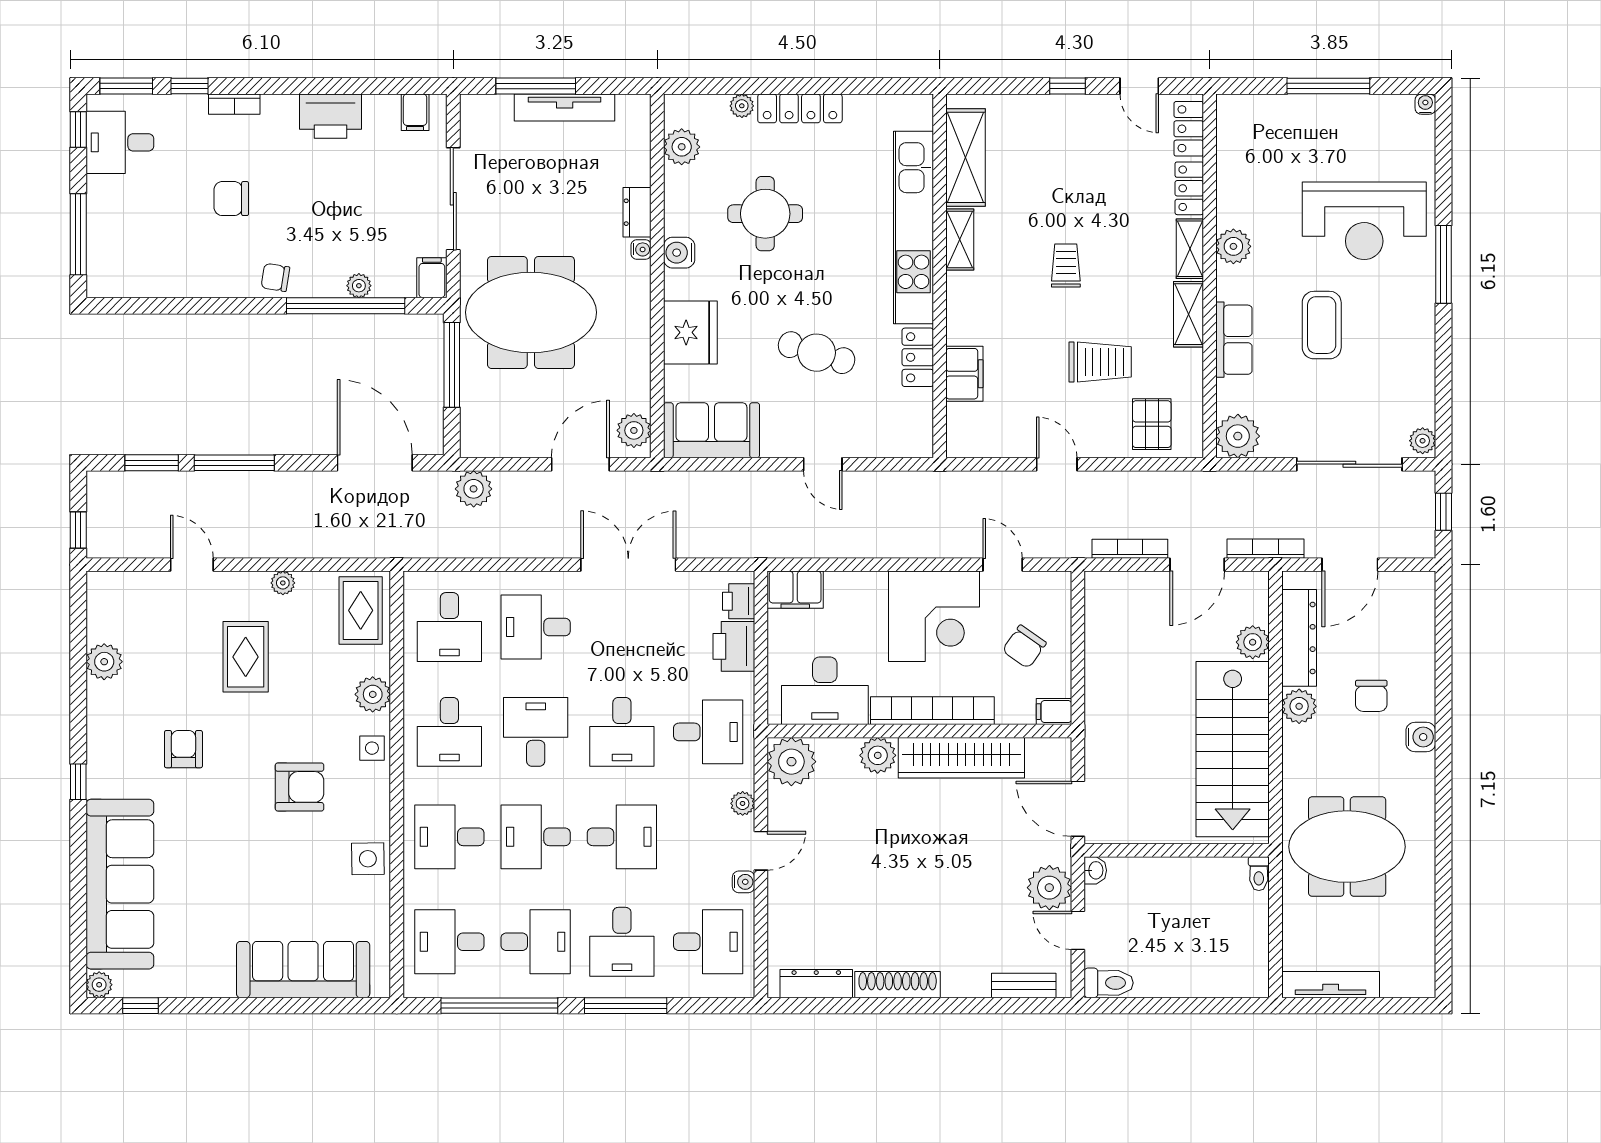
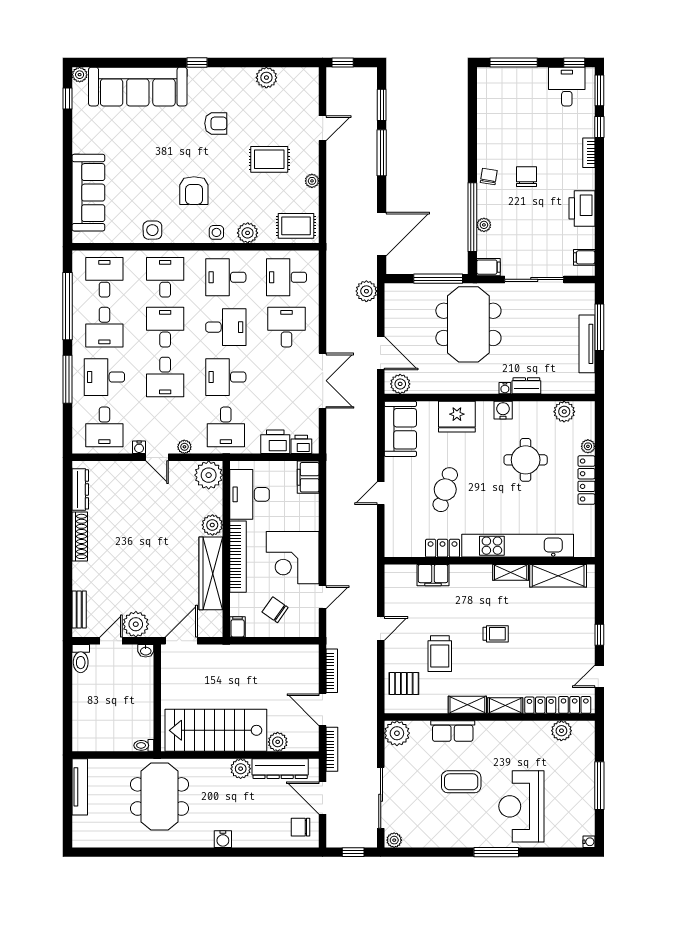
chair: (231, 199) -> (526, 177), moved
plant: (1233, 246) -> (561, 731), moved
chair: (1371, 696) -> (300, 827), moved

